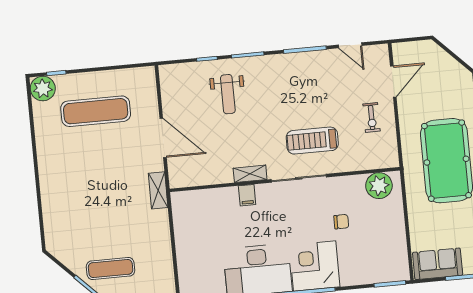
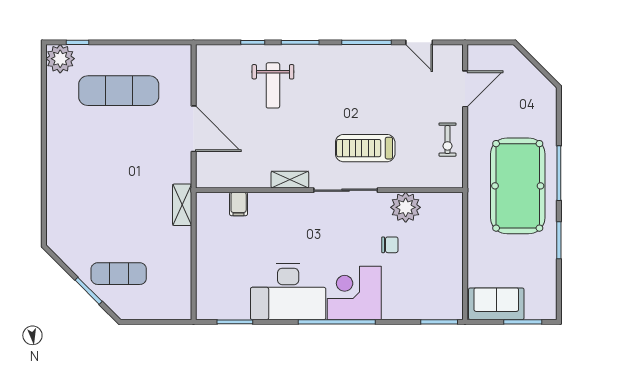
exercise bike: (372, 118) -> (448, 140), moved
plant: (379, 186) -> (406, 207), moved
shelving: (158, 190) -> (182, 205), moved
filing cabinet: (247, 195) -> (239, 204), moved

